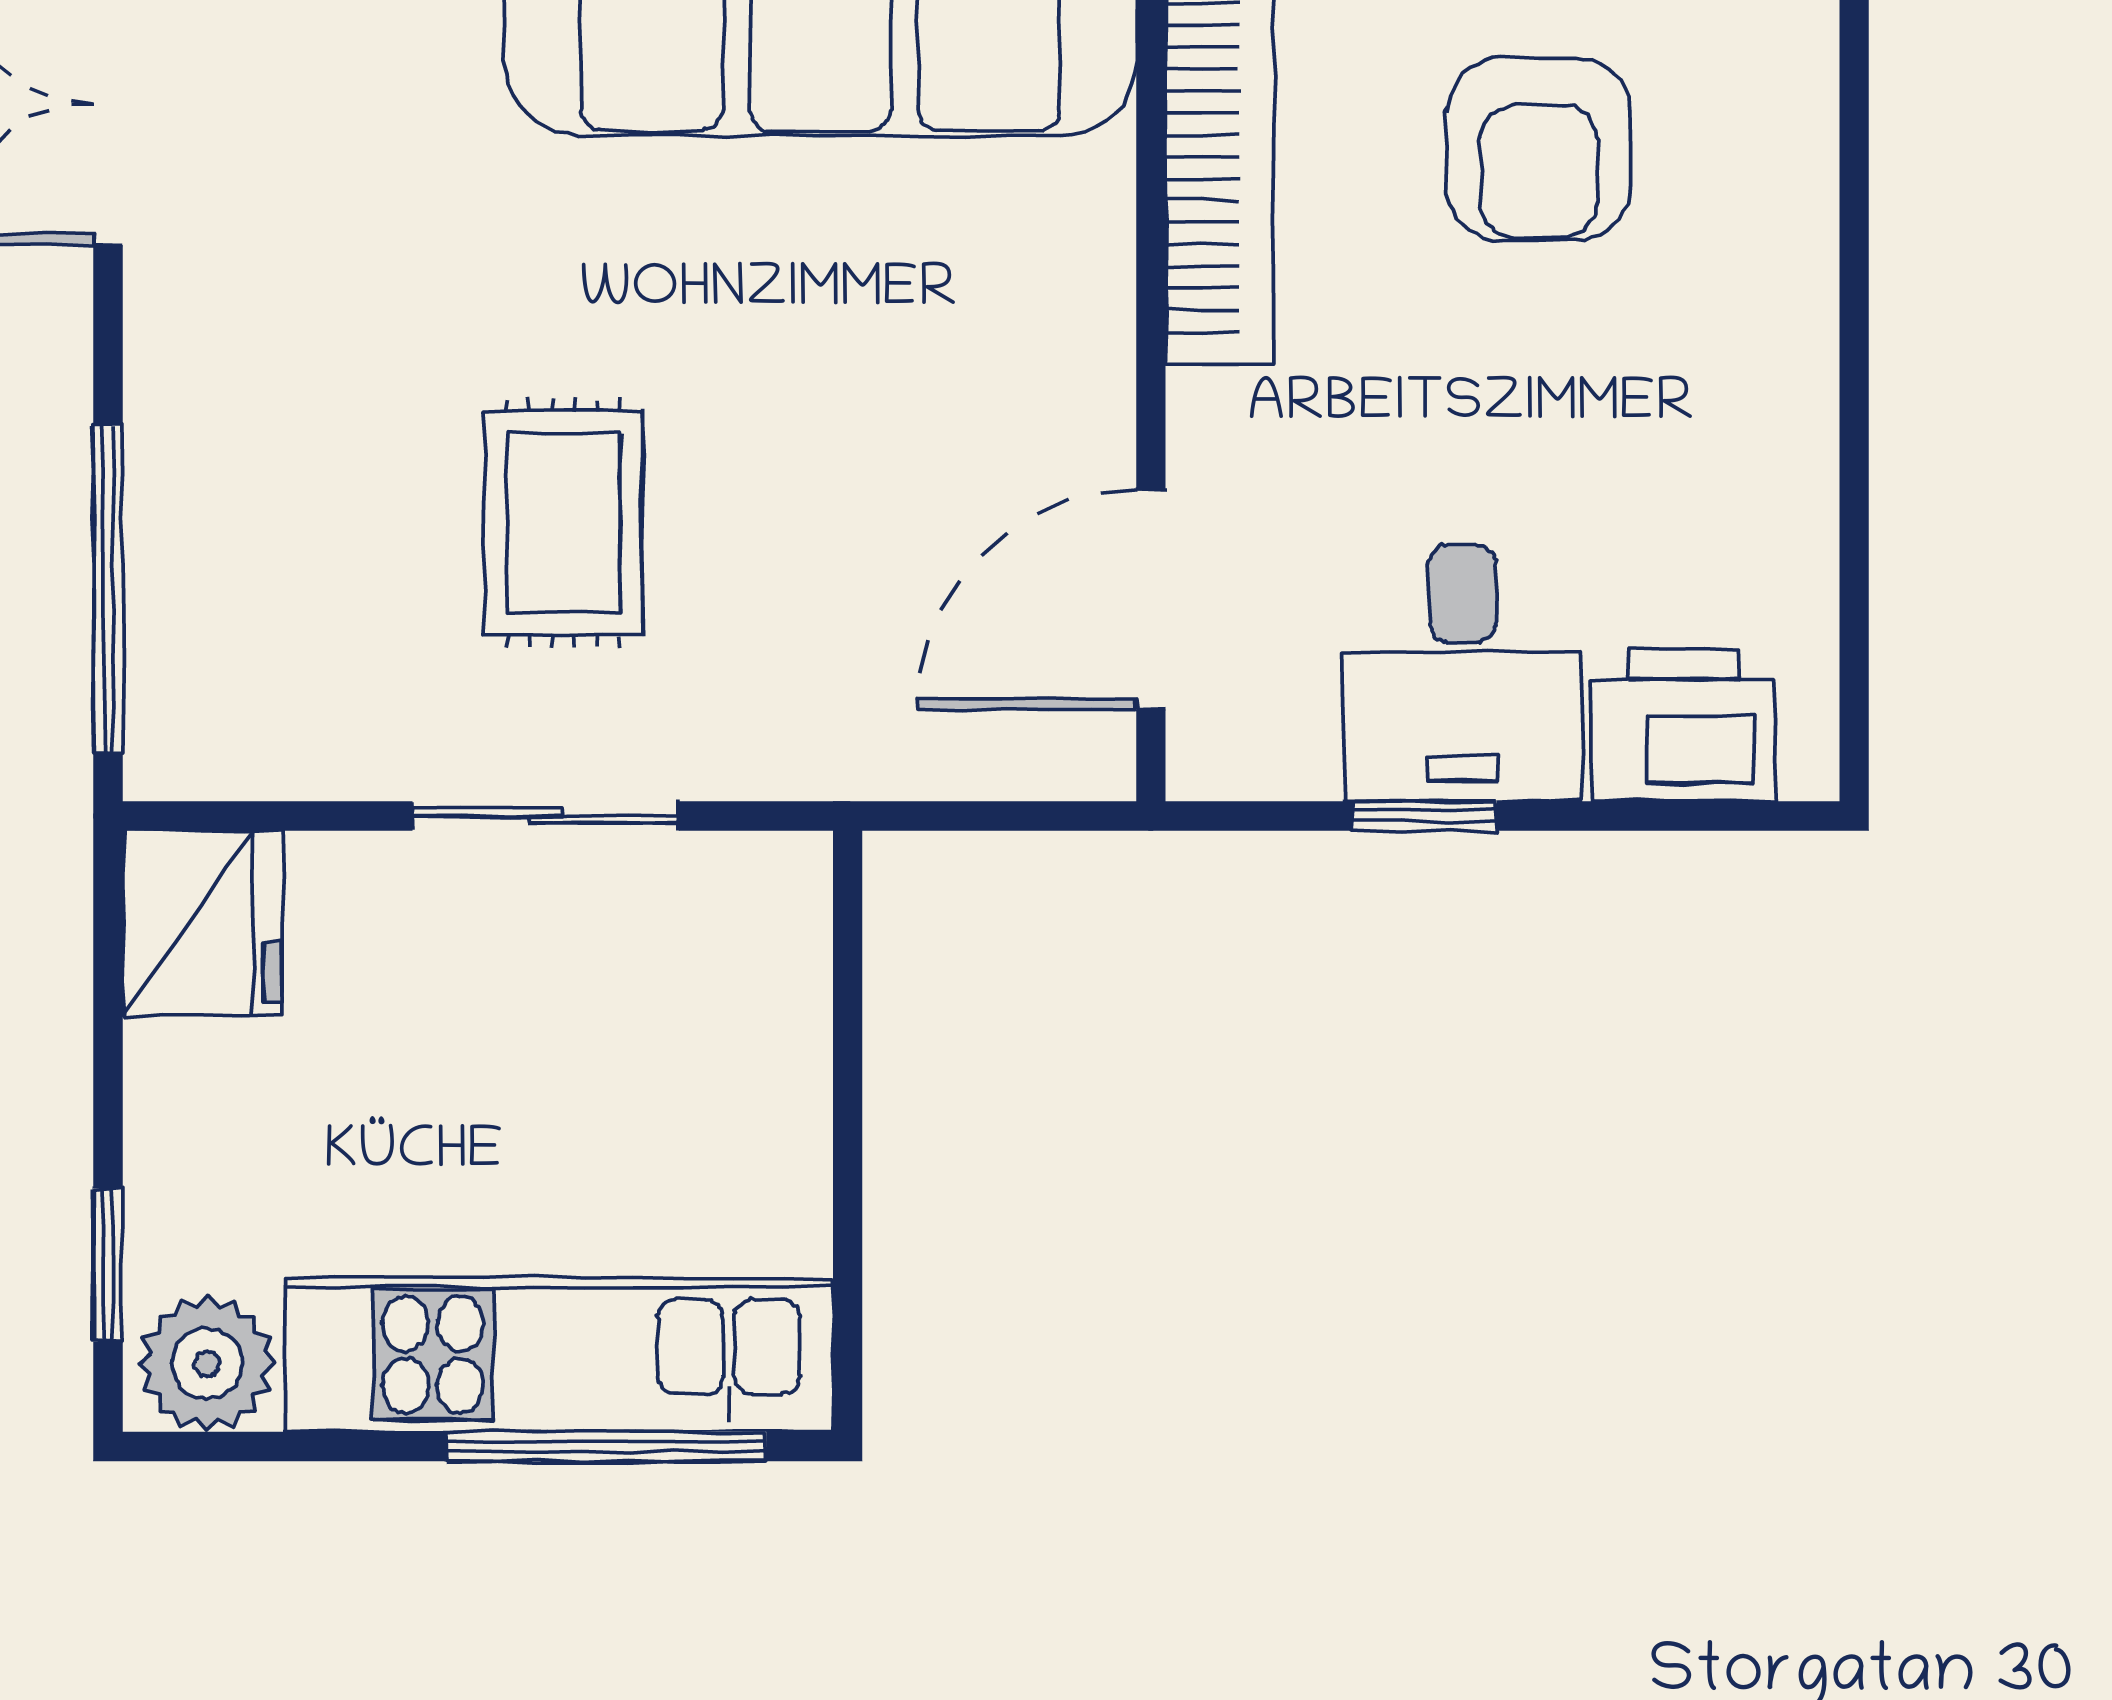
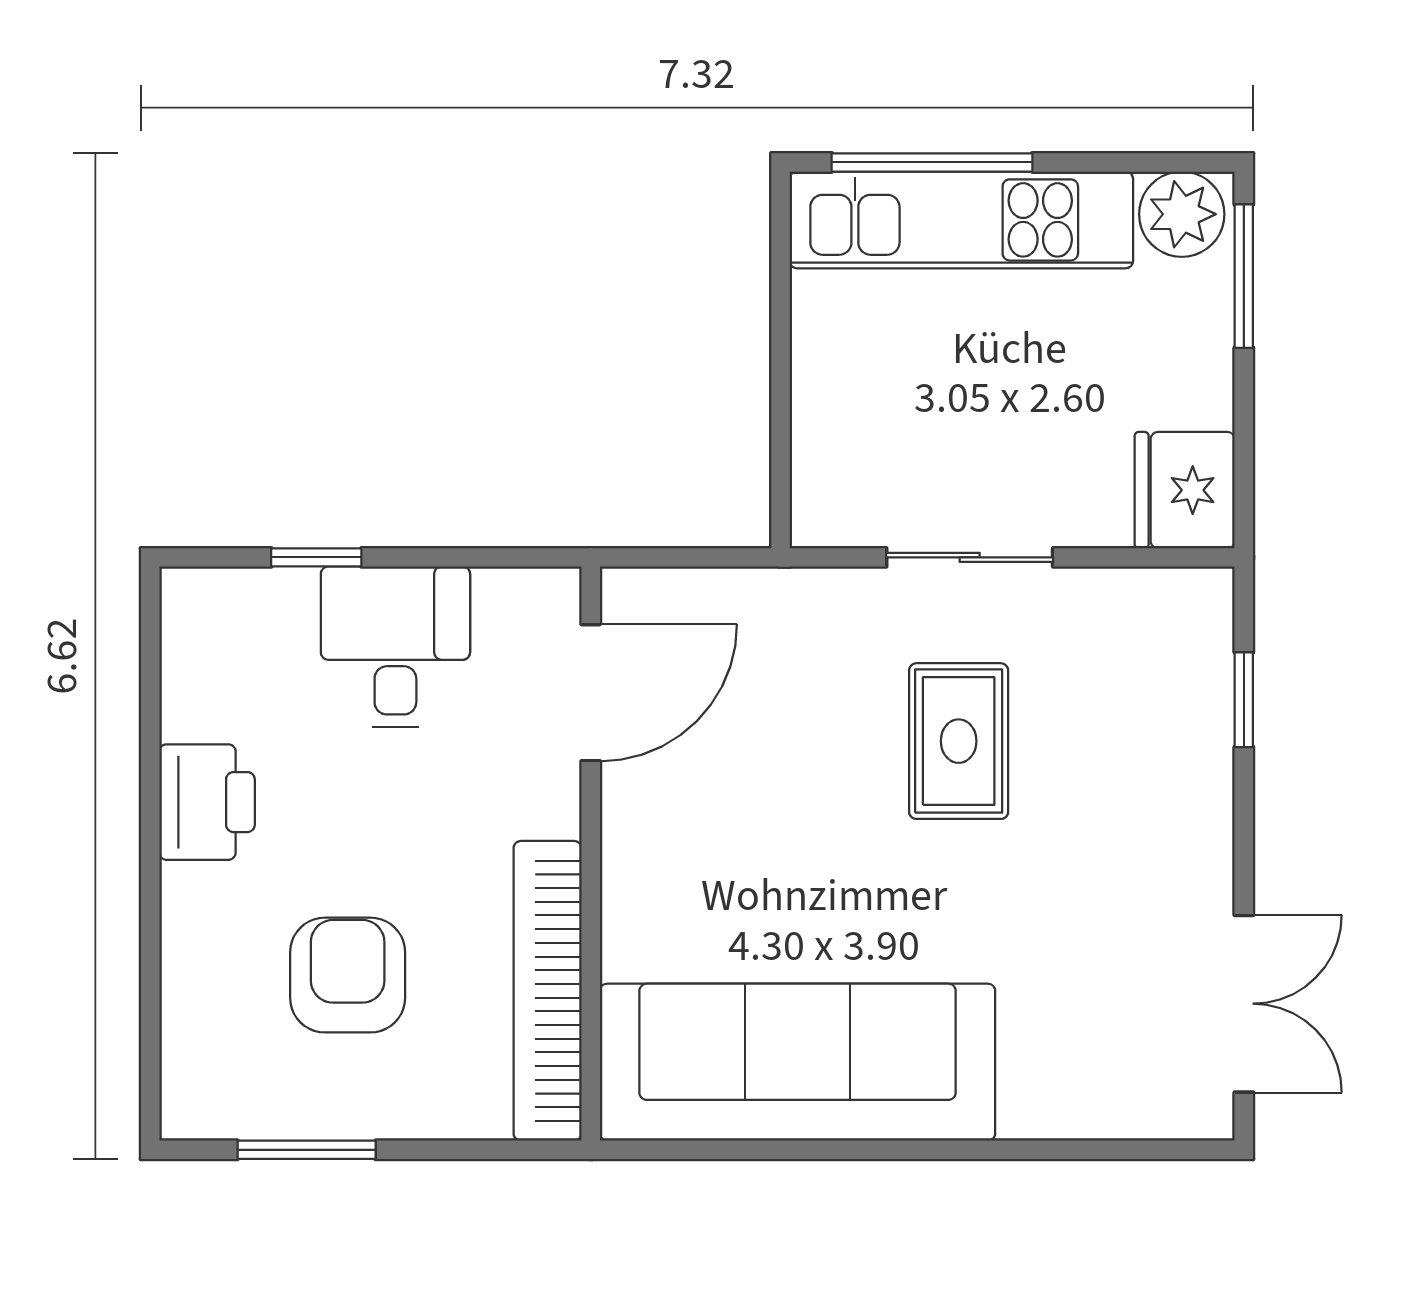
window: (108, 589) -> (1244, 700), width x0.46
printer: (1683, 725) -> (207, 802), moved, turned -90
window: (1425, 816) -> (316, 557), moved
window: (108, 1265) -> (1244, 276), width x1.50

